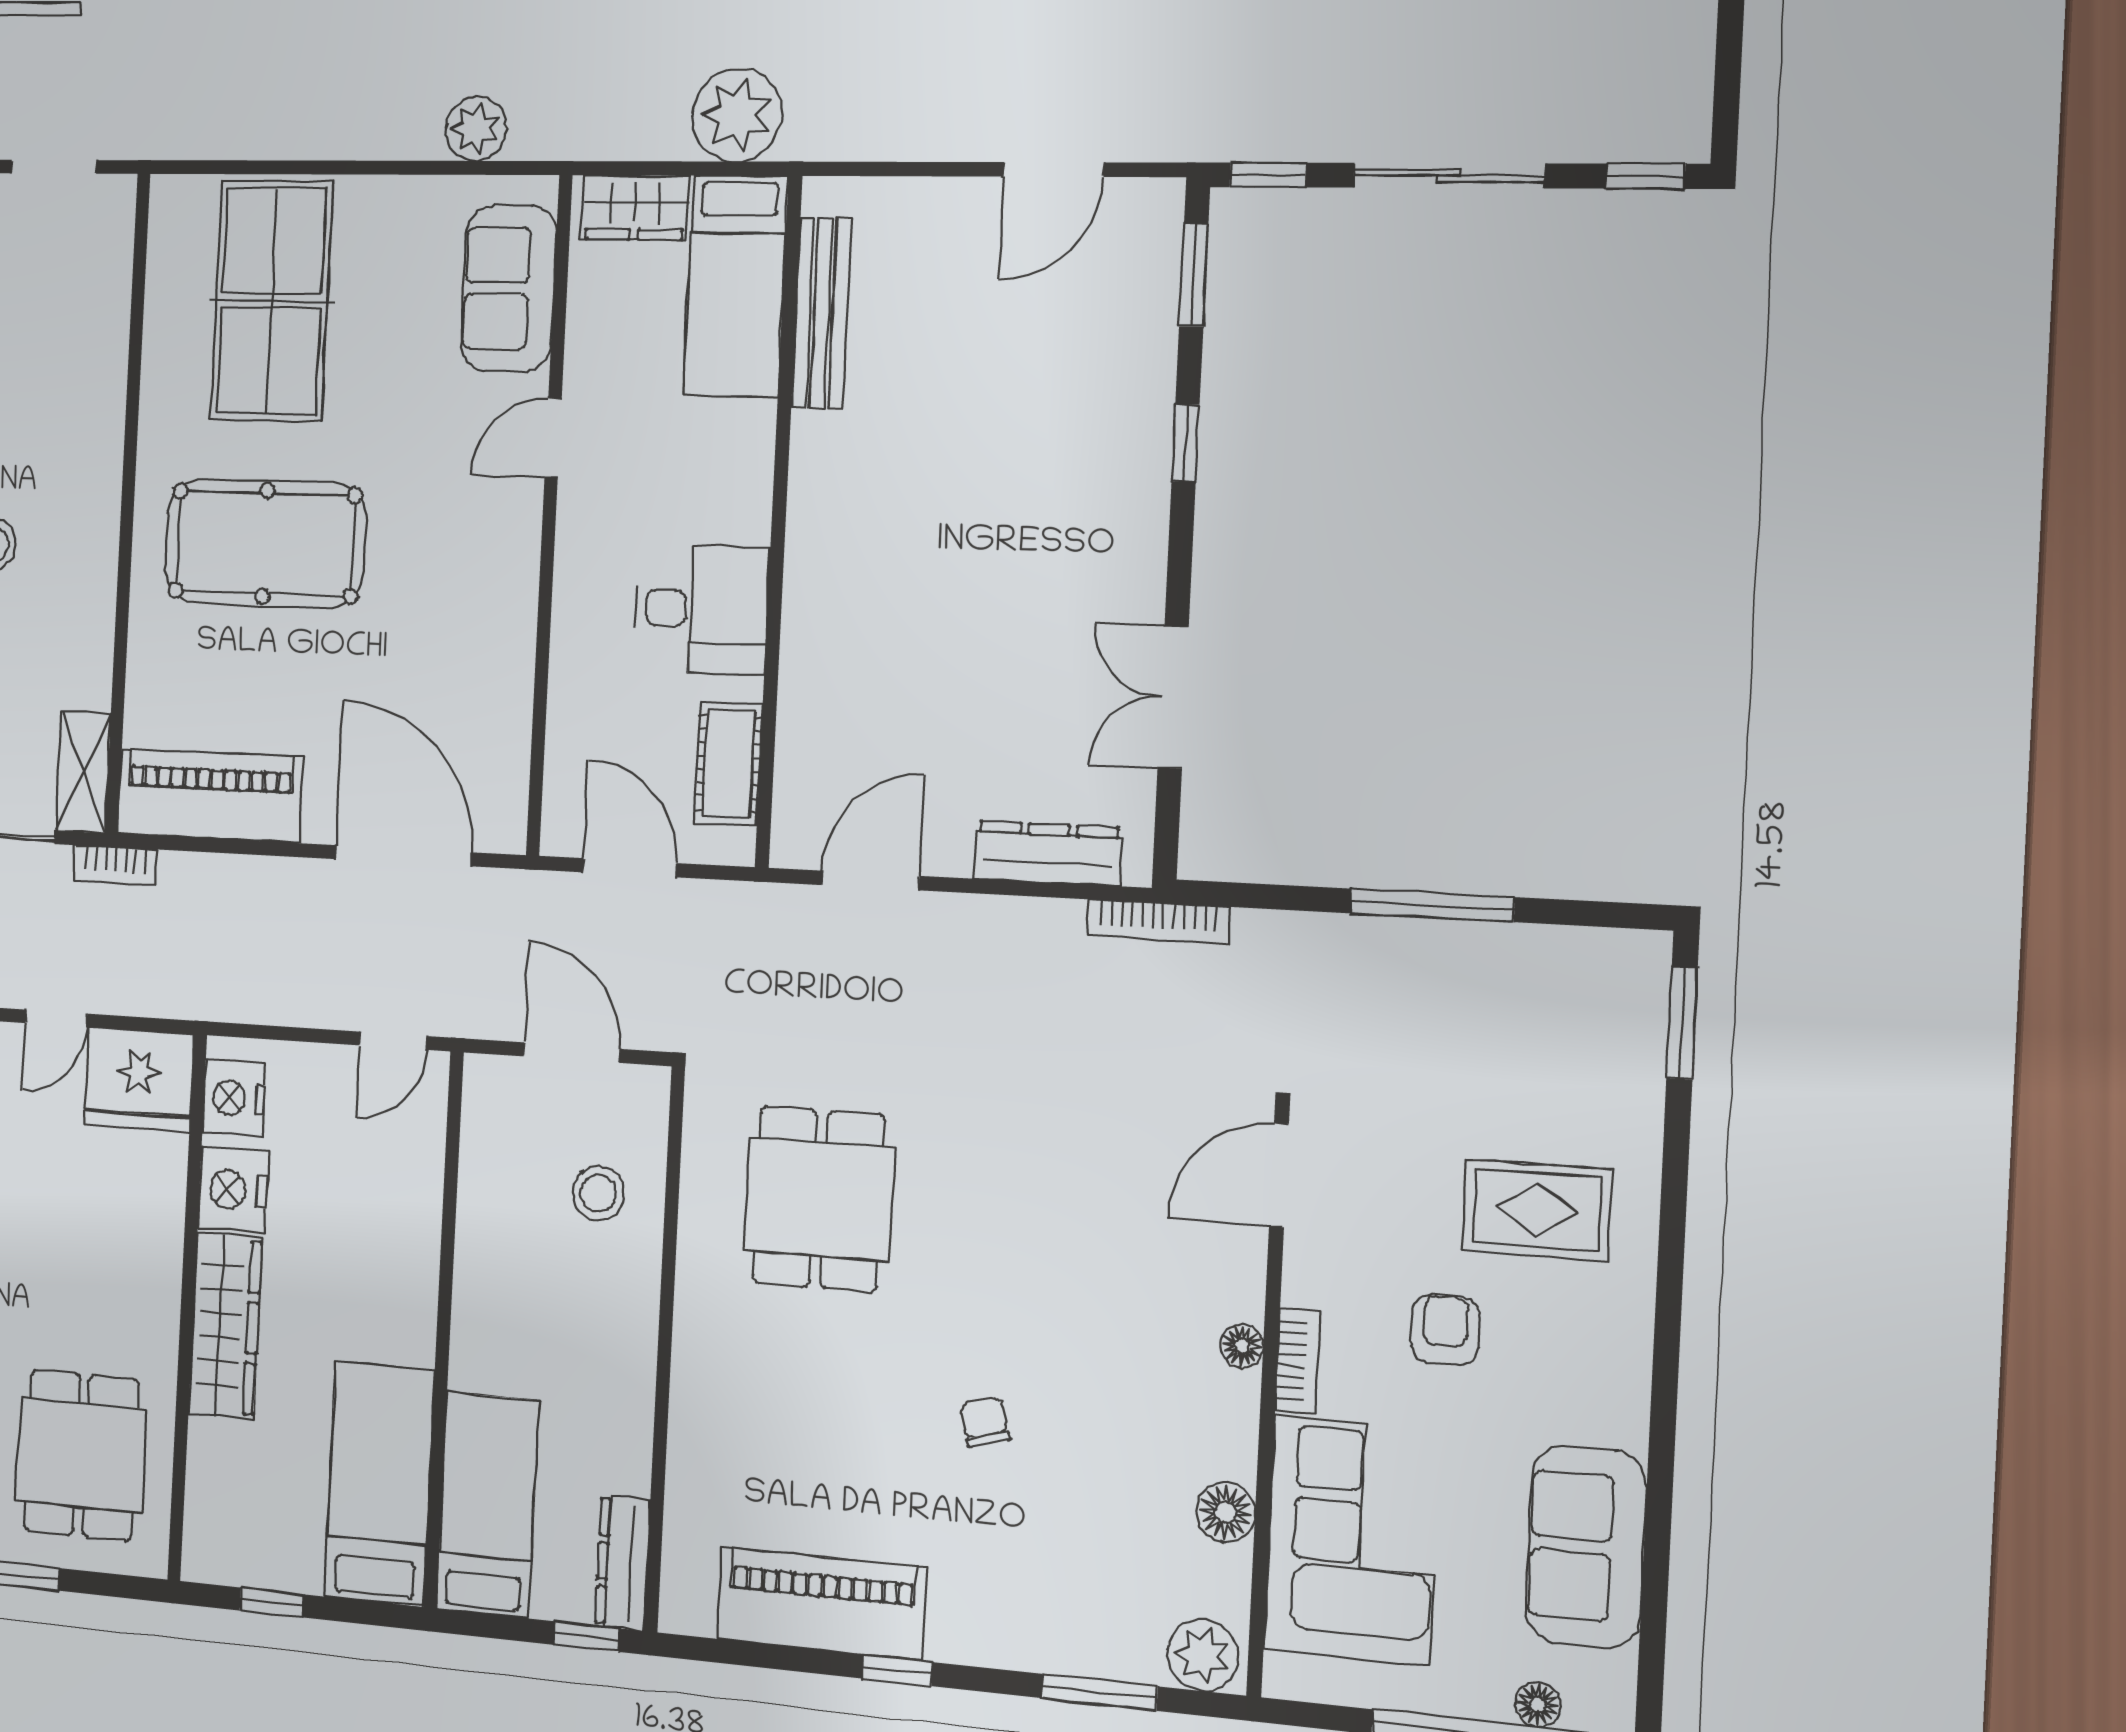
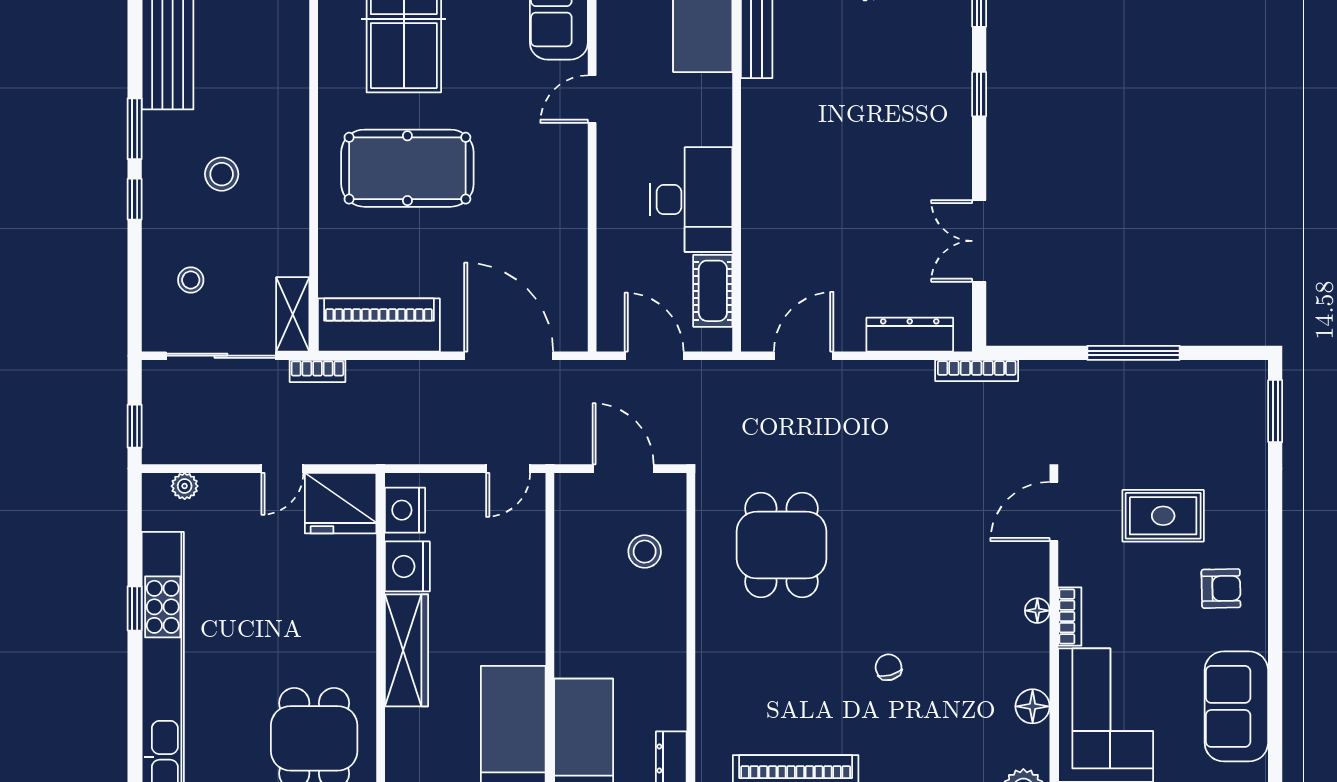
desk: (701, 609) -> (691, 200), width x1.37
rug: (1537, 1210) -> (1163, 516), moved
armchair: (1445, 1330) -> (1221, 588), moved, turned 89

